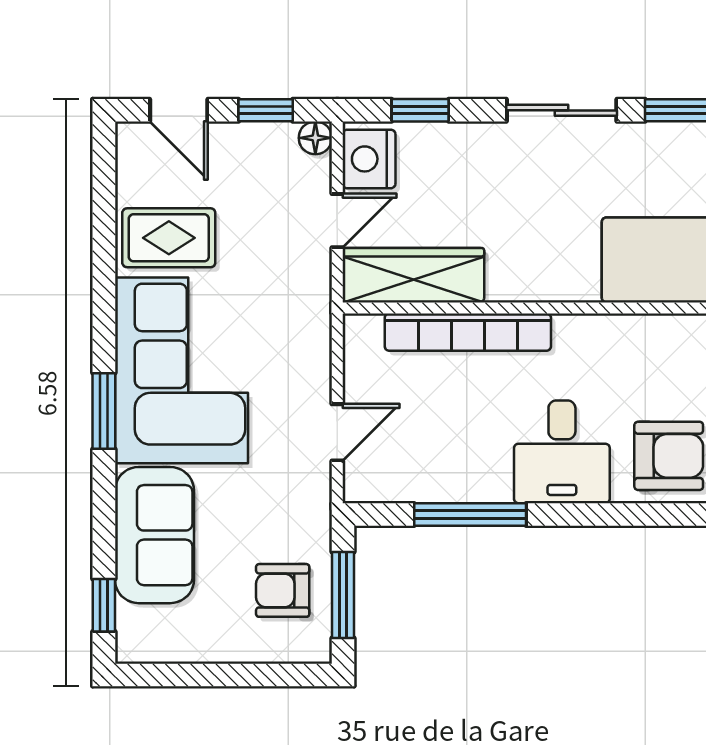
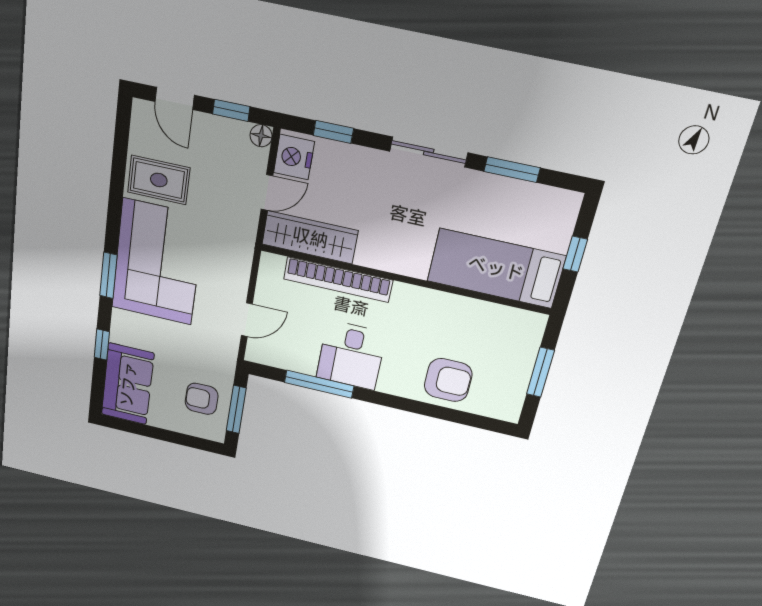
desk: (562, 452) -> (351, 355), moved
sofa: (154, 535) -> (128, 384), moved
window: (104, 605) -> (102, 345), moved

